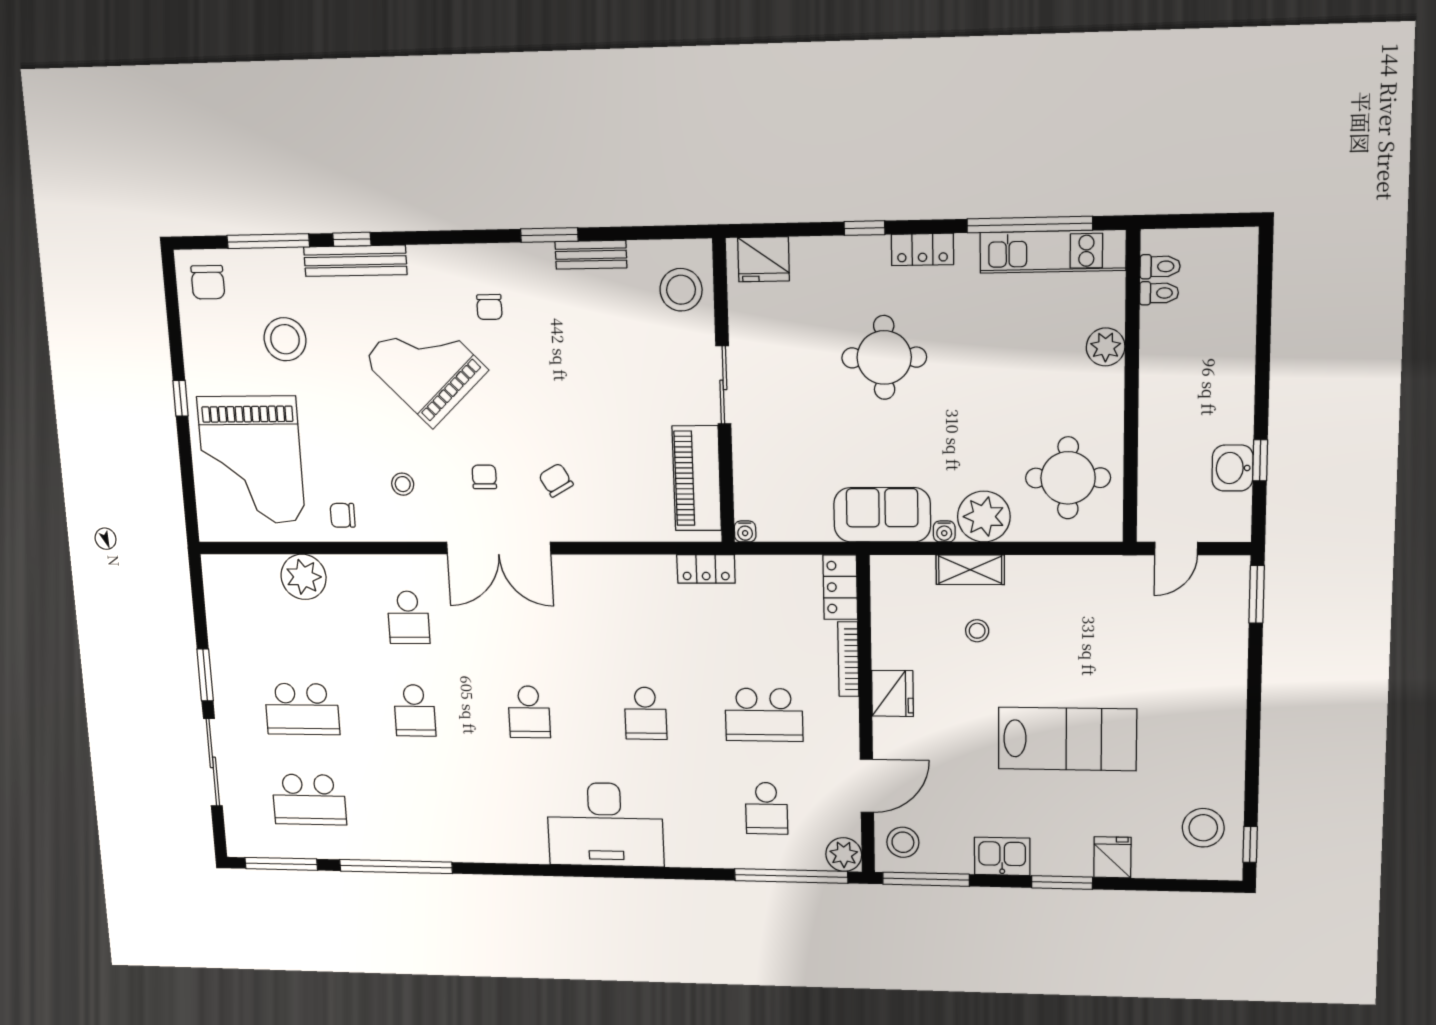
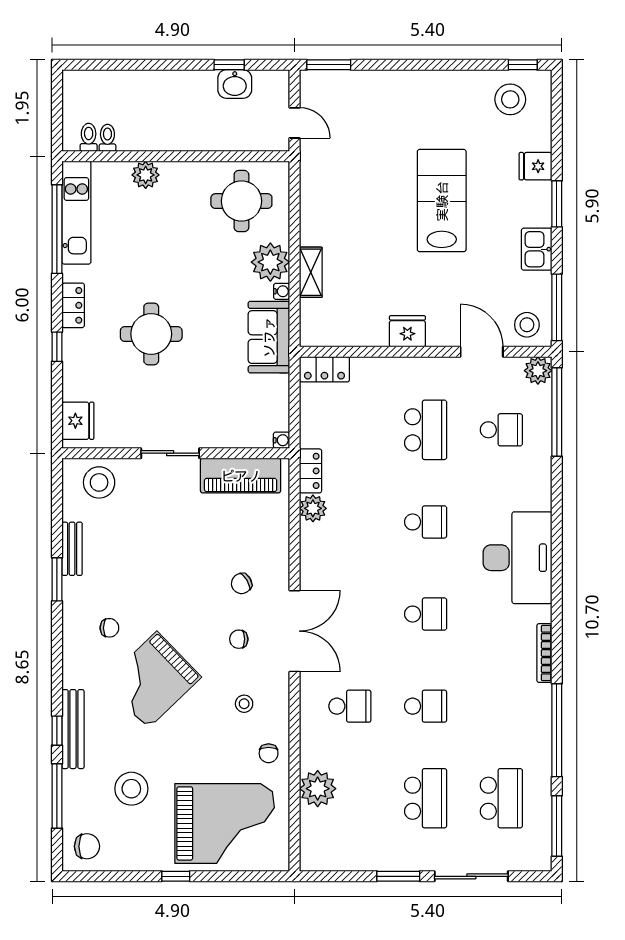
plant: (657, 572) -> (313, 508), added
stool: (977, 631) -> (358, 267), removed
bookcase: (848, 659) -> (544, 653), moved, turned 90

